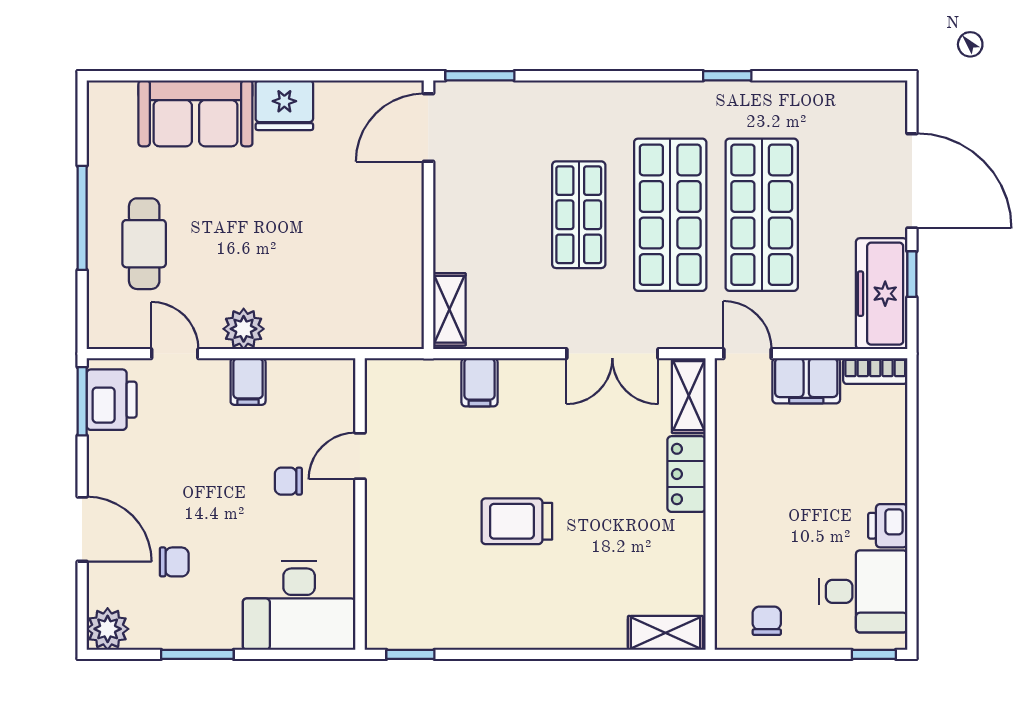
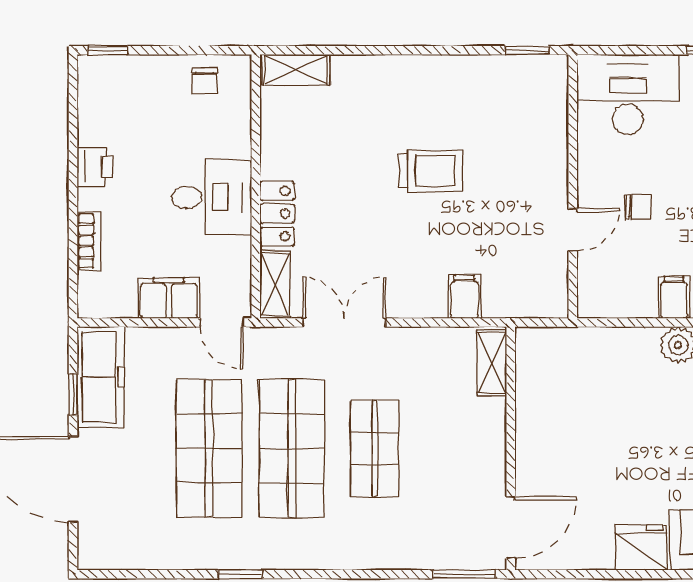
bookcase: (875, 371) -> (89, 241), moved, turned 90
desk: (863, 591) -> (211, 197), moved, turned 180

